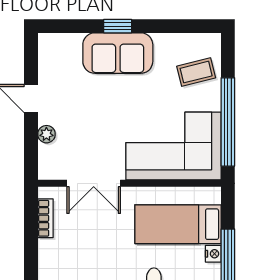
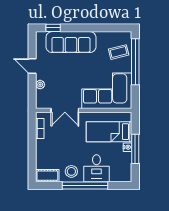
window: (118, 26) -> (53, 28), moved
sofa: (118, 53) -> (71, 42), width x1.36
window: (228, 122) -> (135, 62), moved

